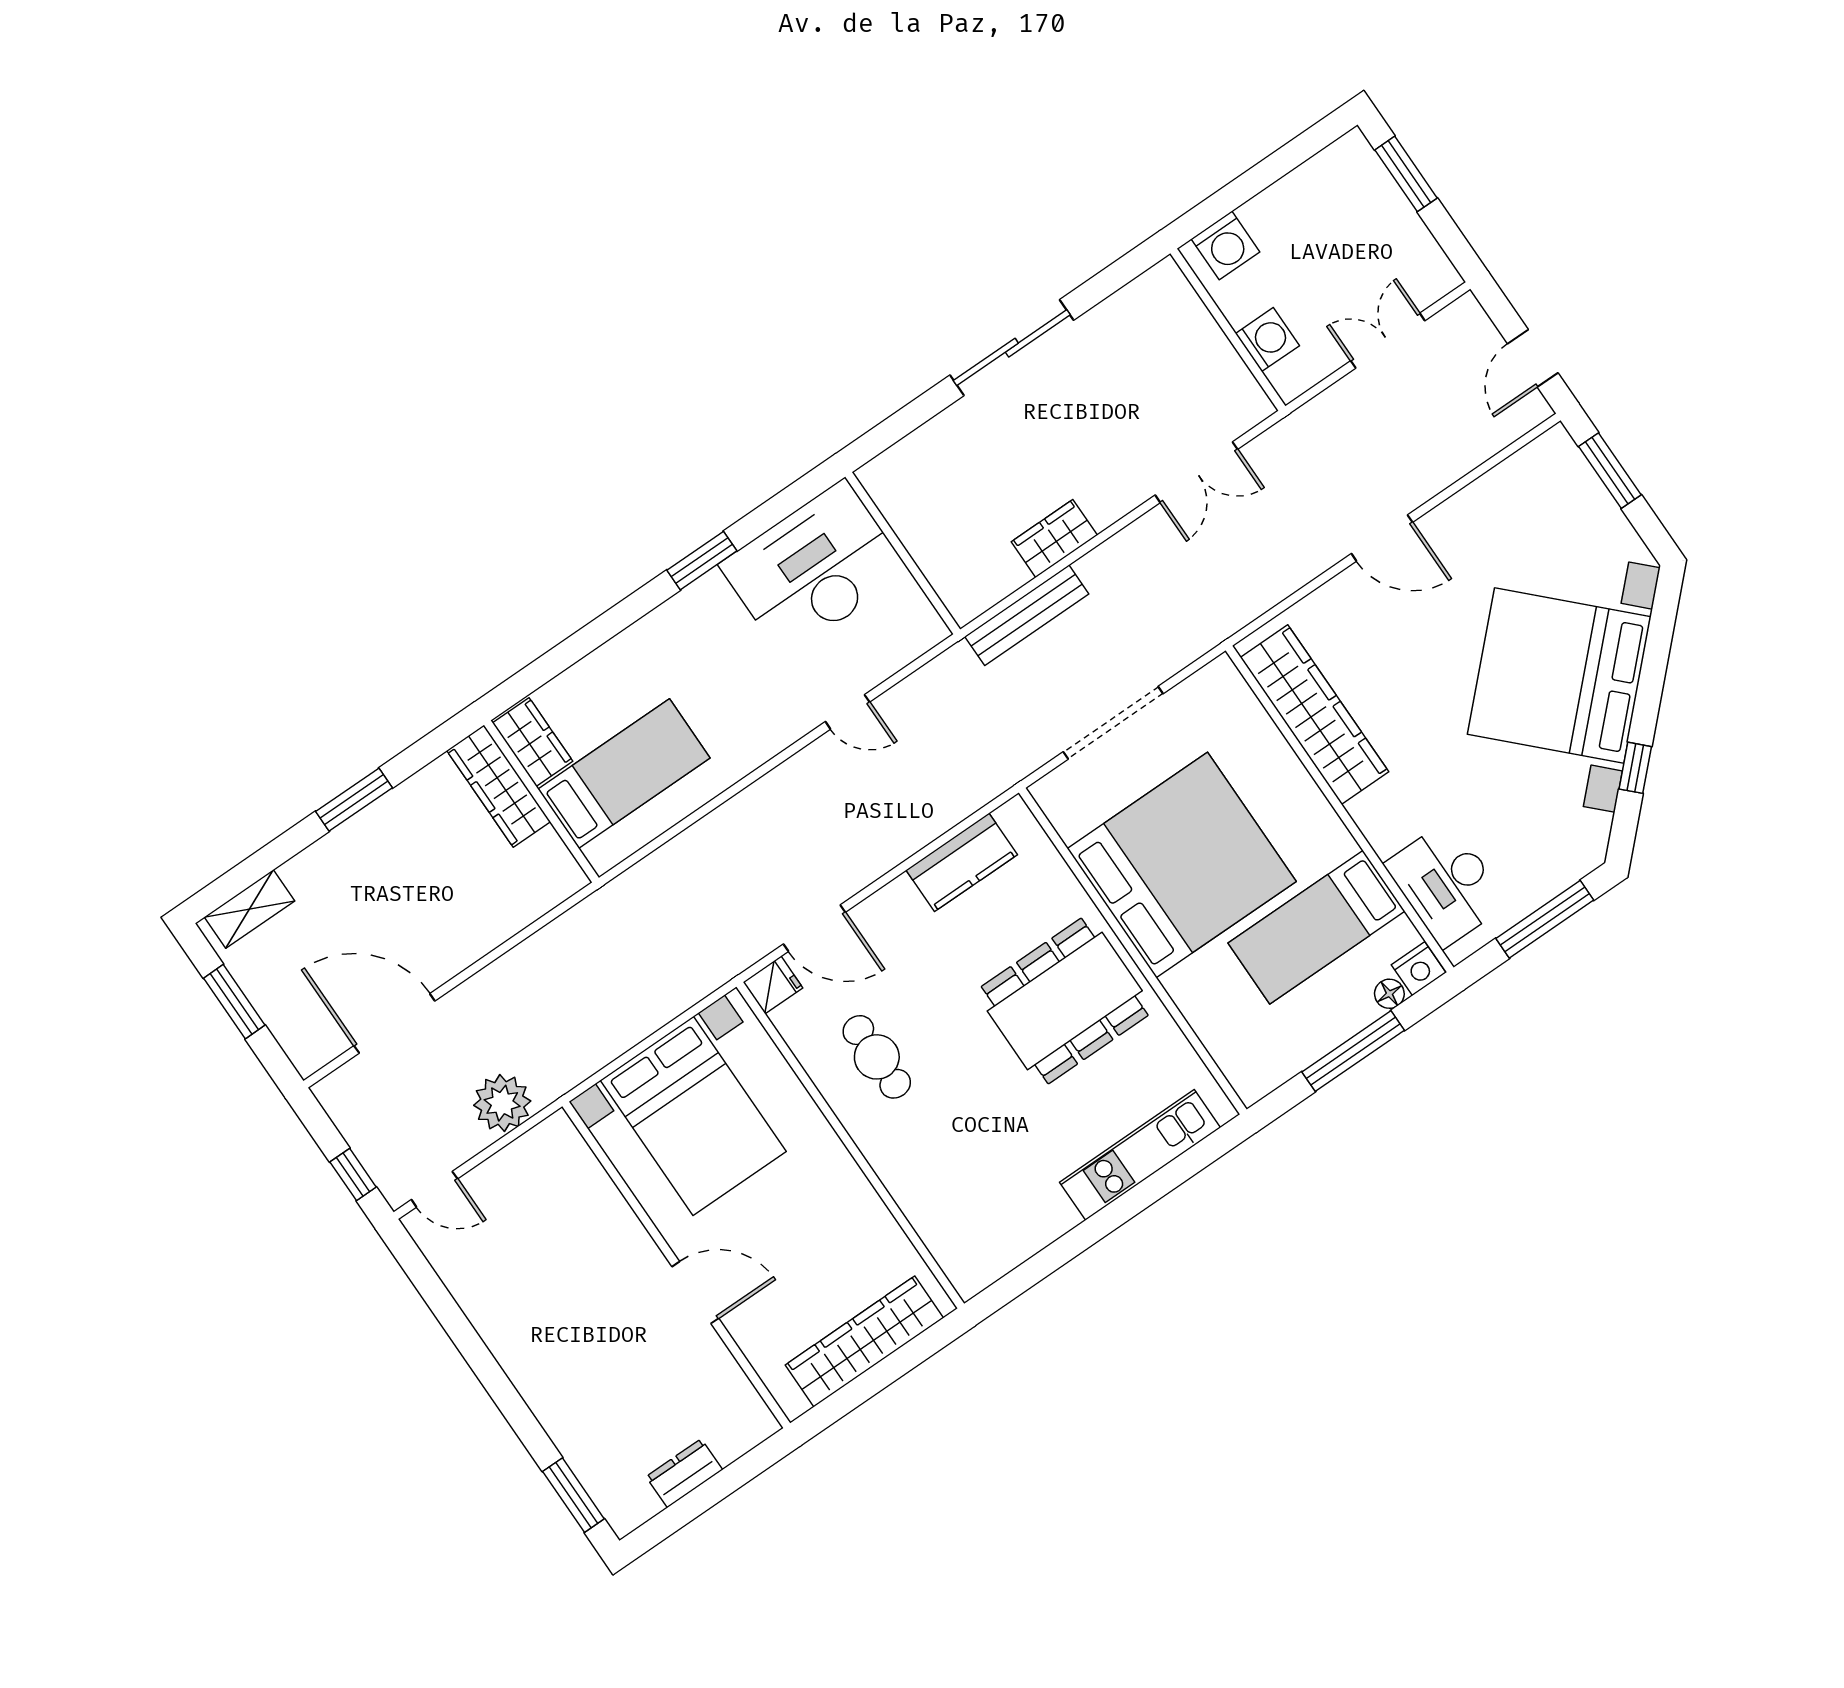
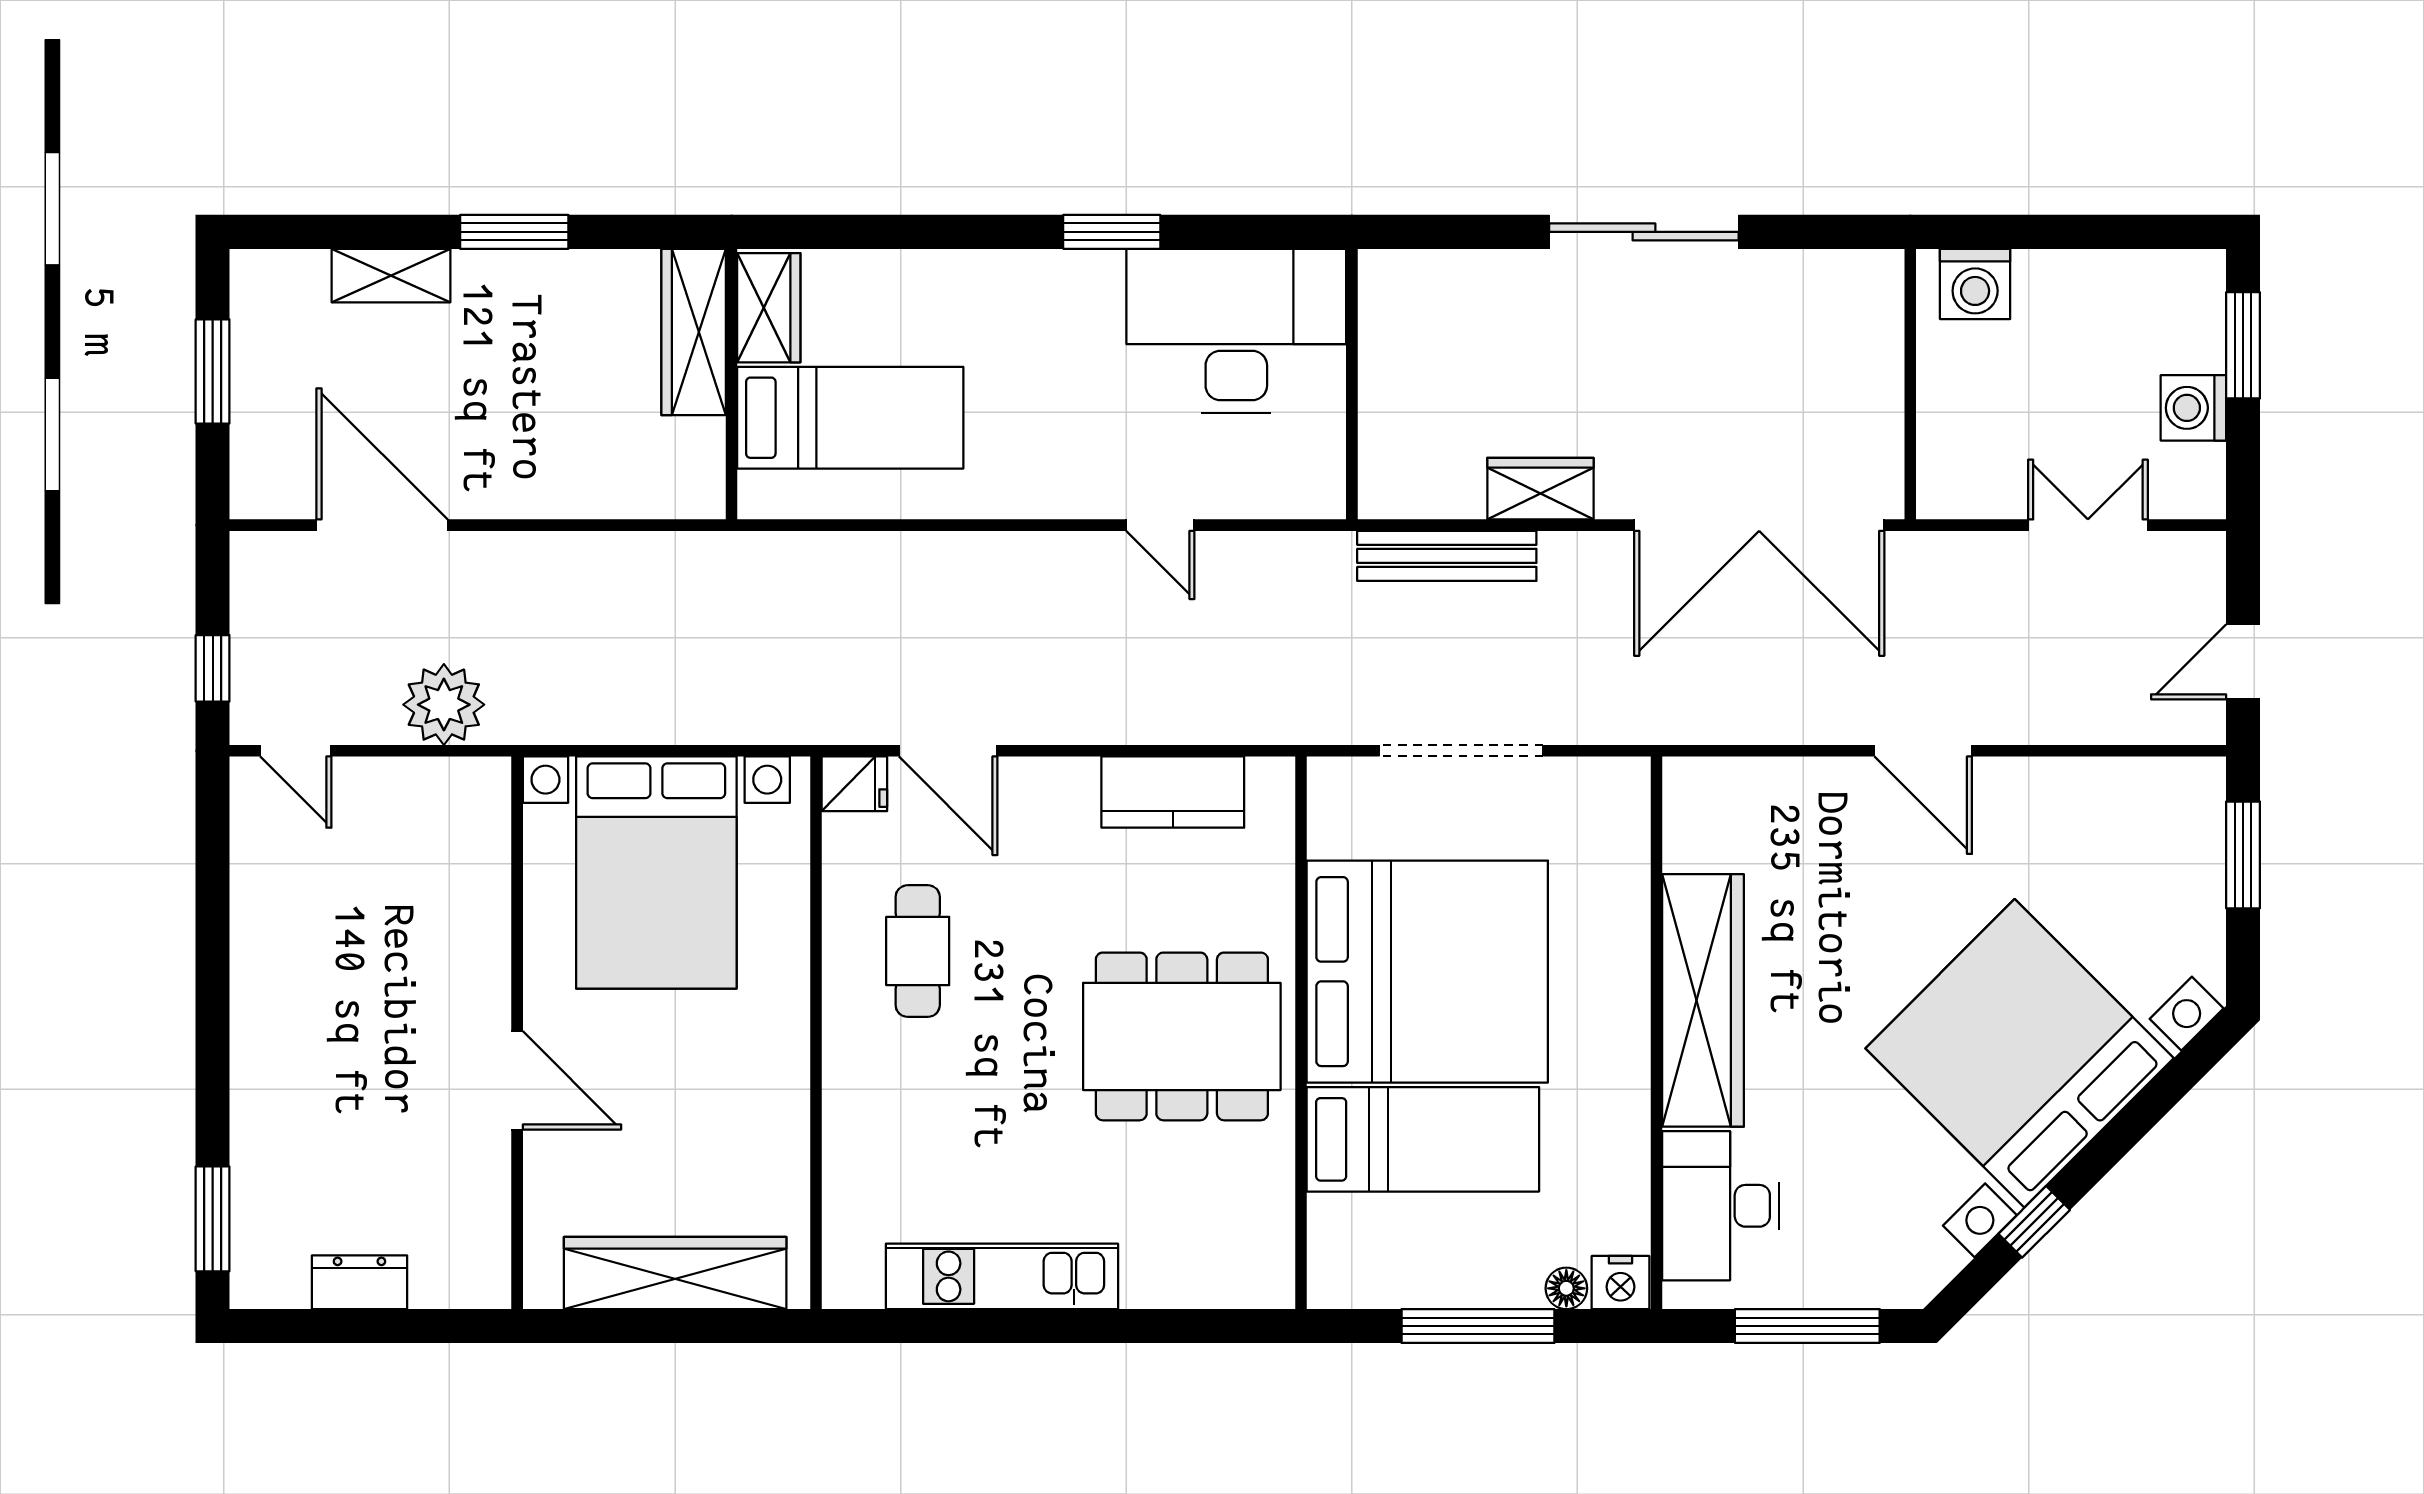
washing machine: (1267, 340) -> (2193, 408), moved, turned 180
double door: (1196, 472) -> (1759, 525), width x1.87
wardrobe: (1315, 715) -> (1703, 1000), moved
shelving: (249, 909) -> (391, 276), moved
bed: (1316, 927) -> (1423, 1139), moved, turned 180
kitchen unit: (1140, 1155) -> (1002, 1276), moved

